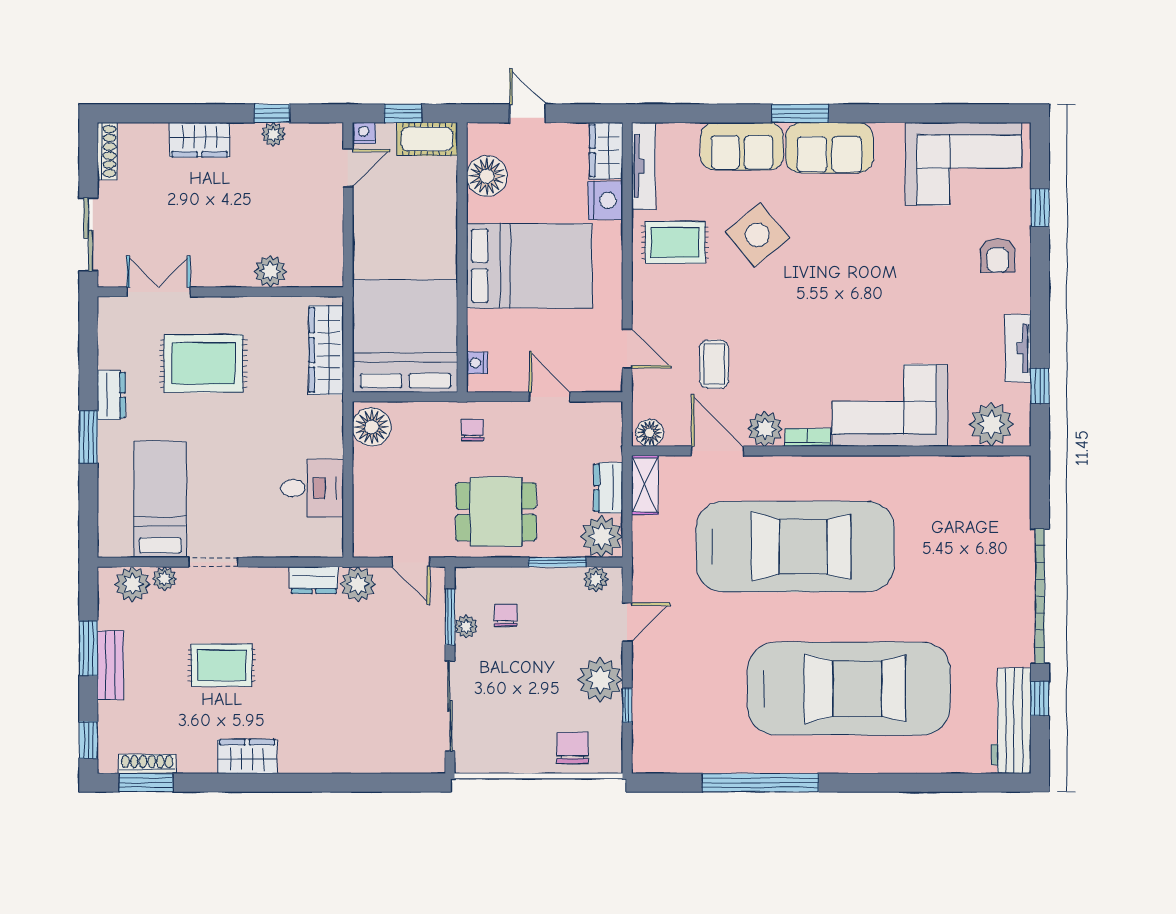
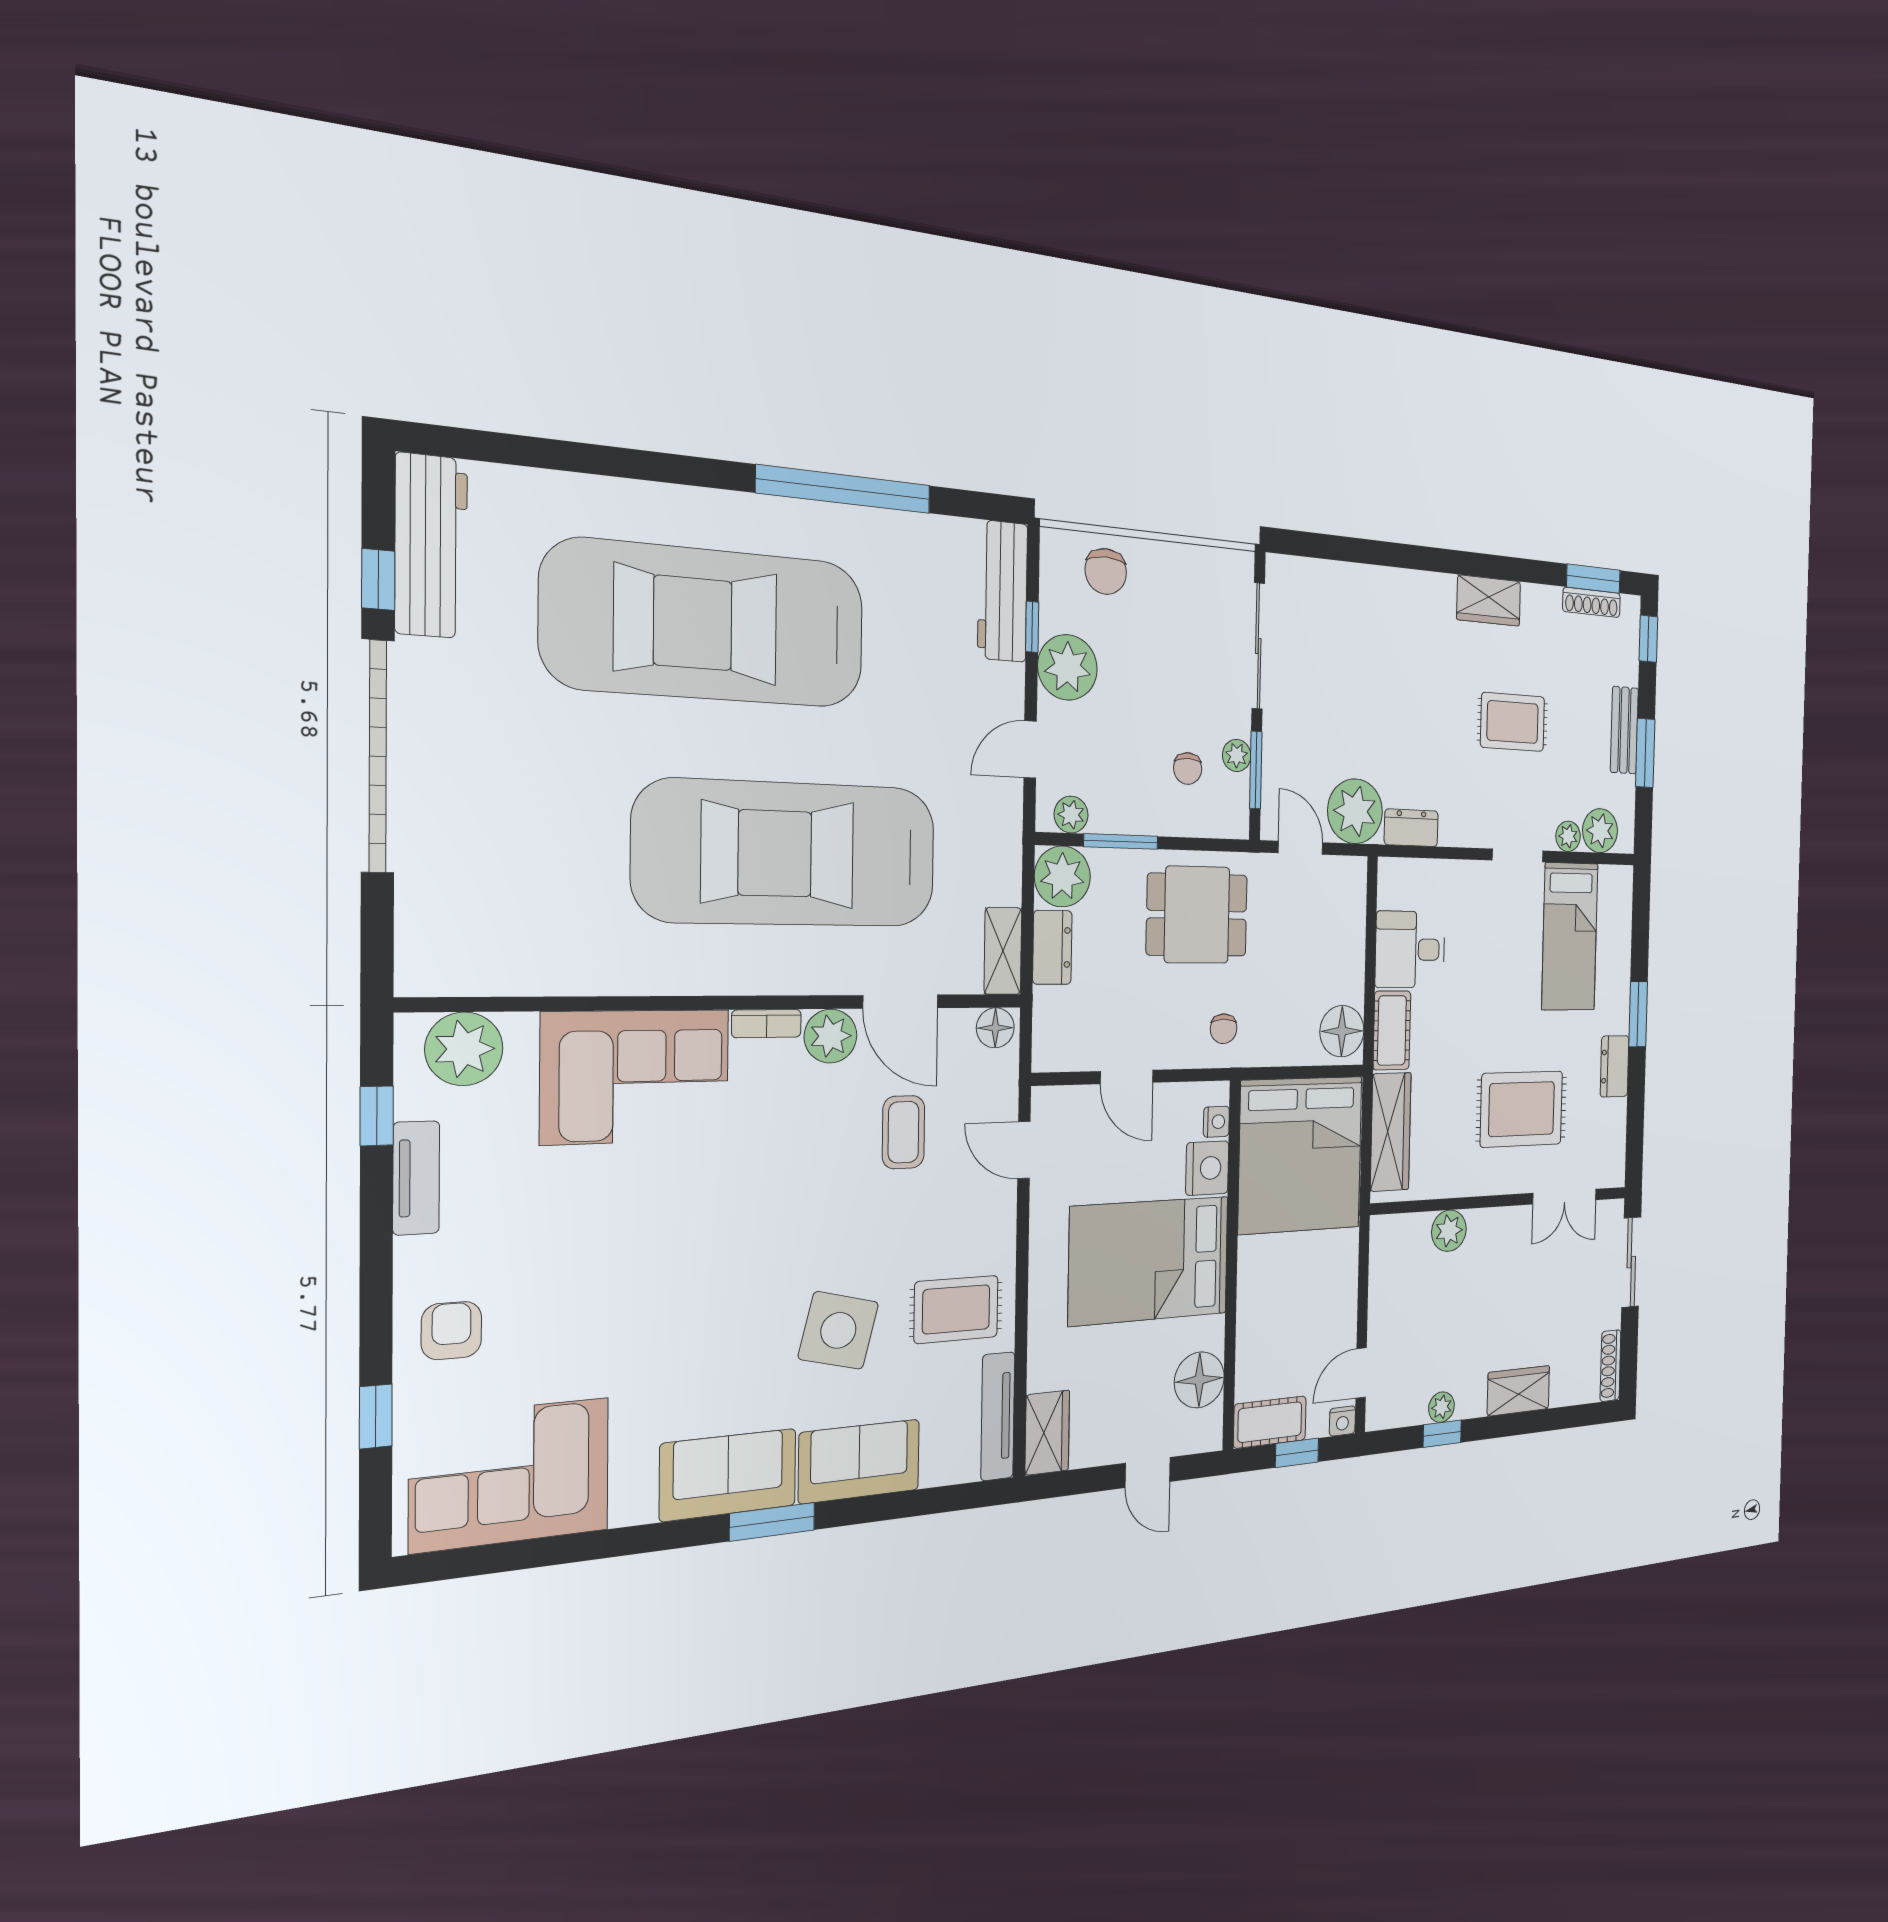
nightstand: (605, 200) -> (1207, 1168), moved, turned 180
side table: (757, 235) -> (838, 1330), turned -36
cot: (327, 427) -> (1392, 1030), added
plant: (358, 584) -> (1355, 811), width x1.36, depth x1.36
workbench: (649, 727) -> (1003, 591), added

